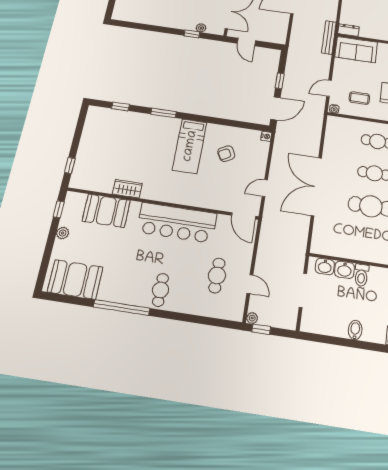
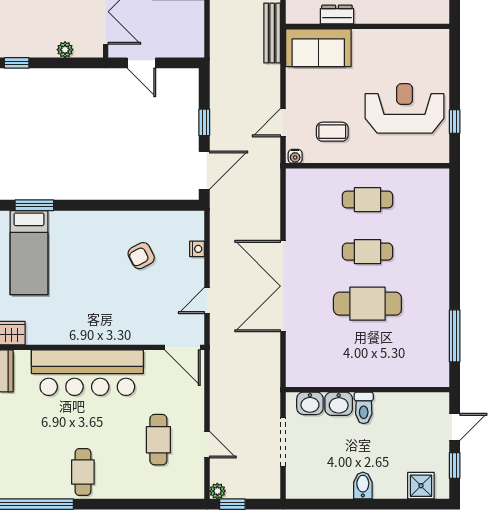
dresser: (348, 30) -> (337, 15), moved
window: (192, 34) -> (17, 63), moved
nightstand: (266, 136) -> (197, 249), moved
bed: (190, 146) -> (29, 253), moved

